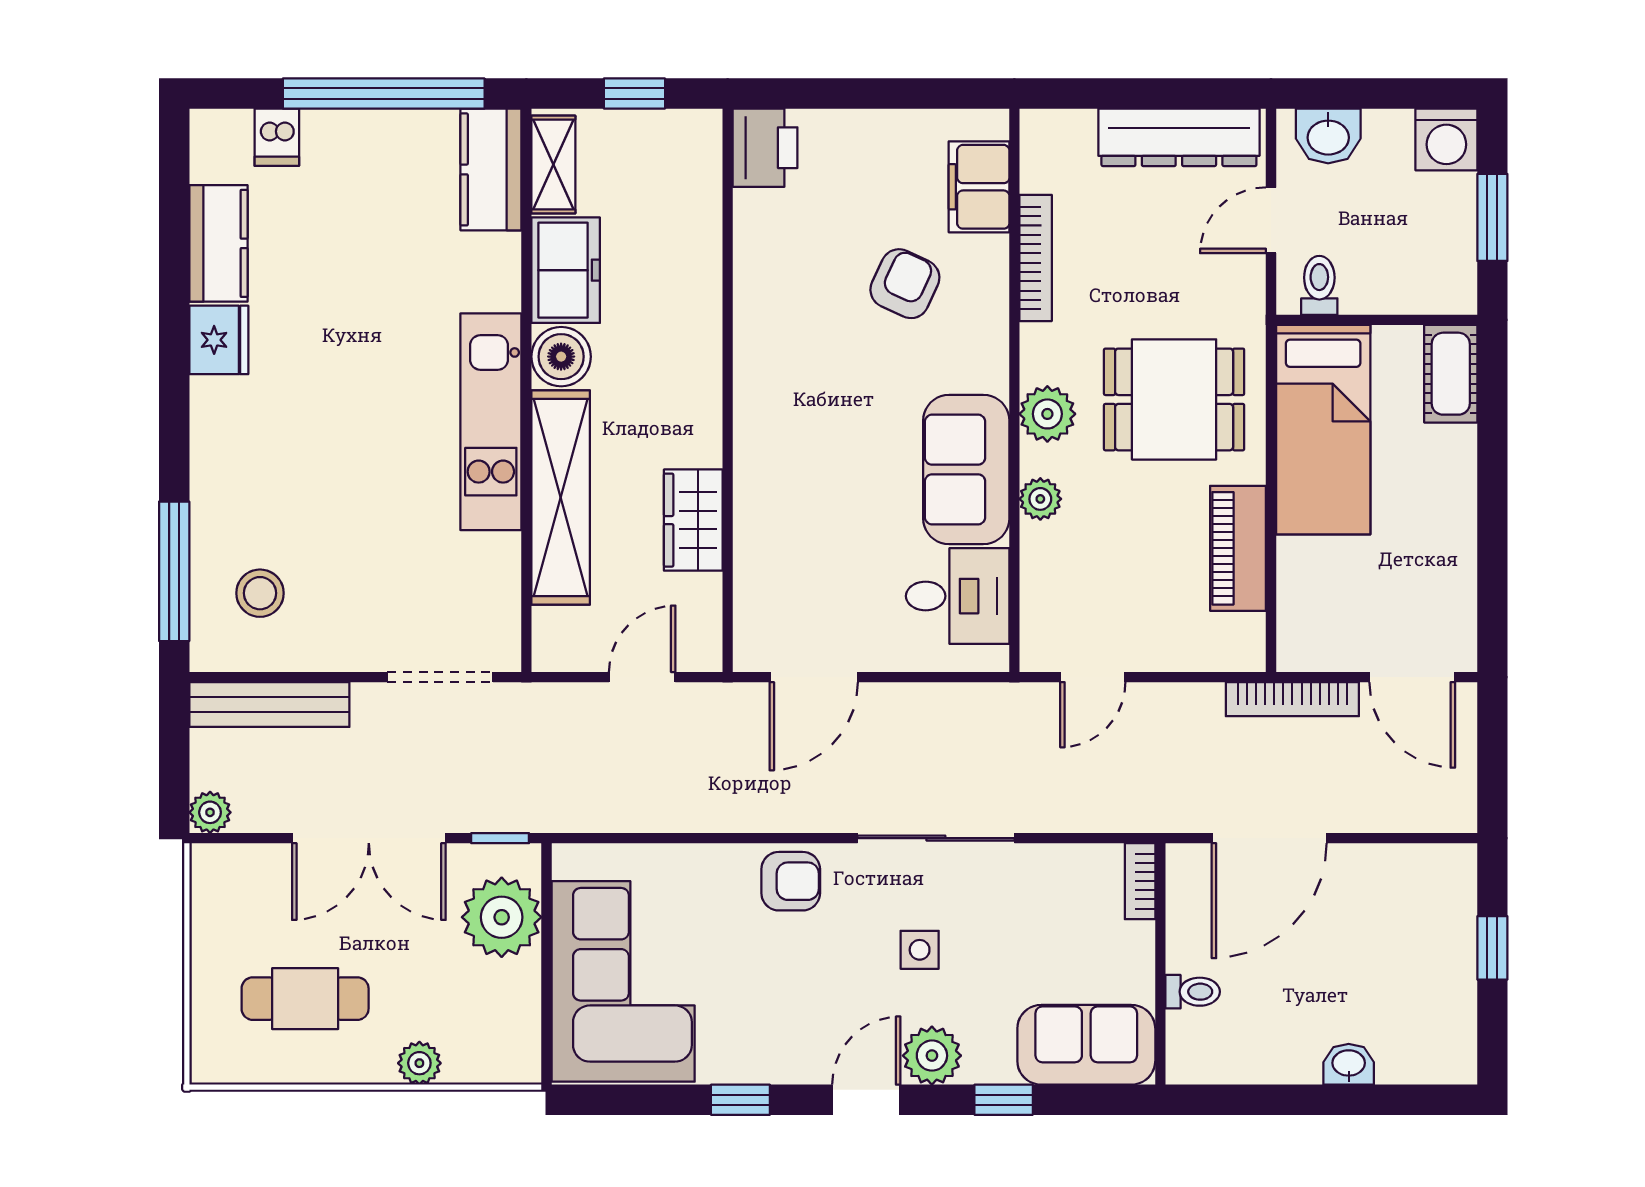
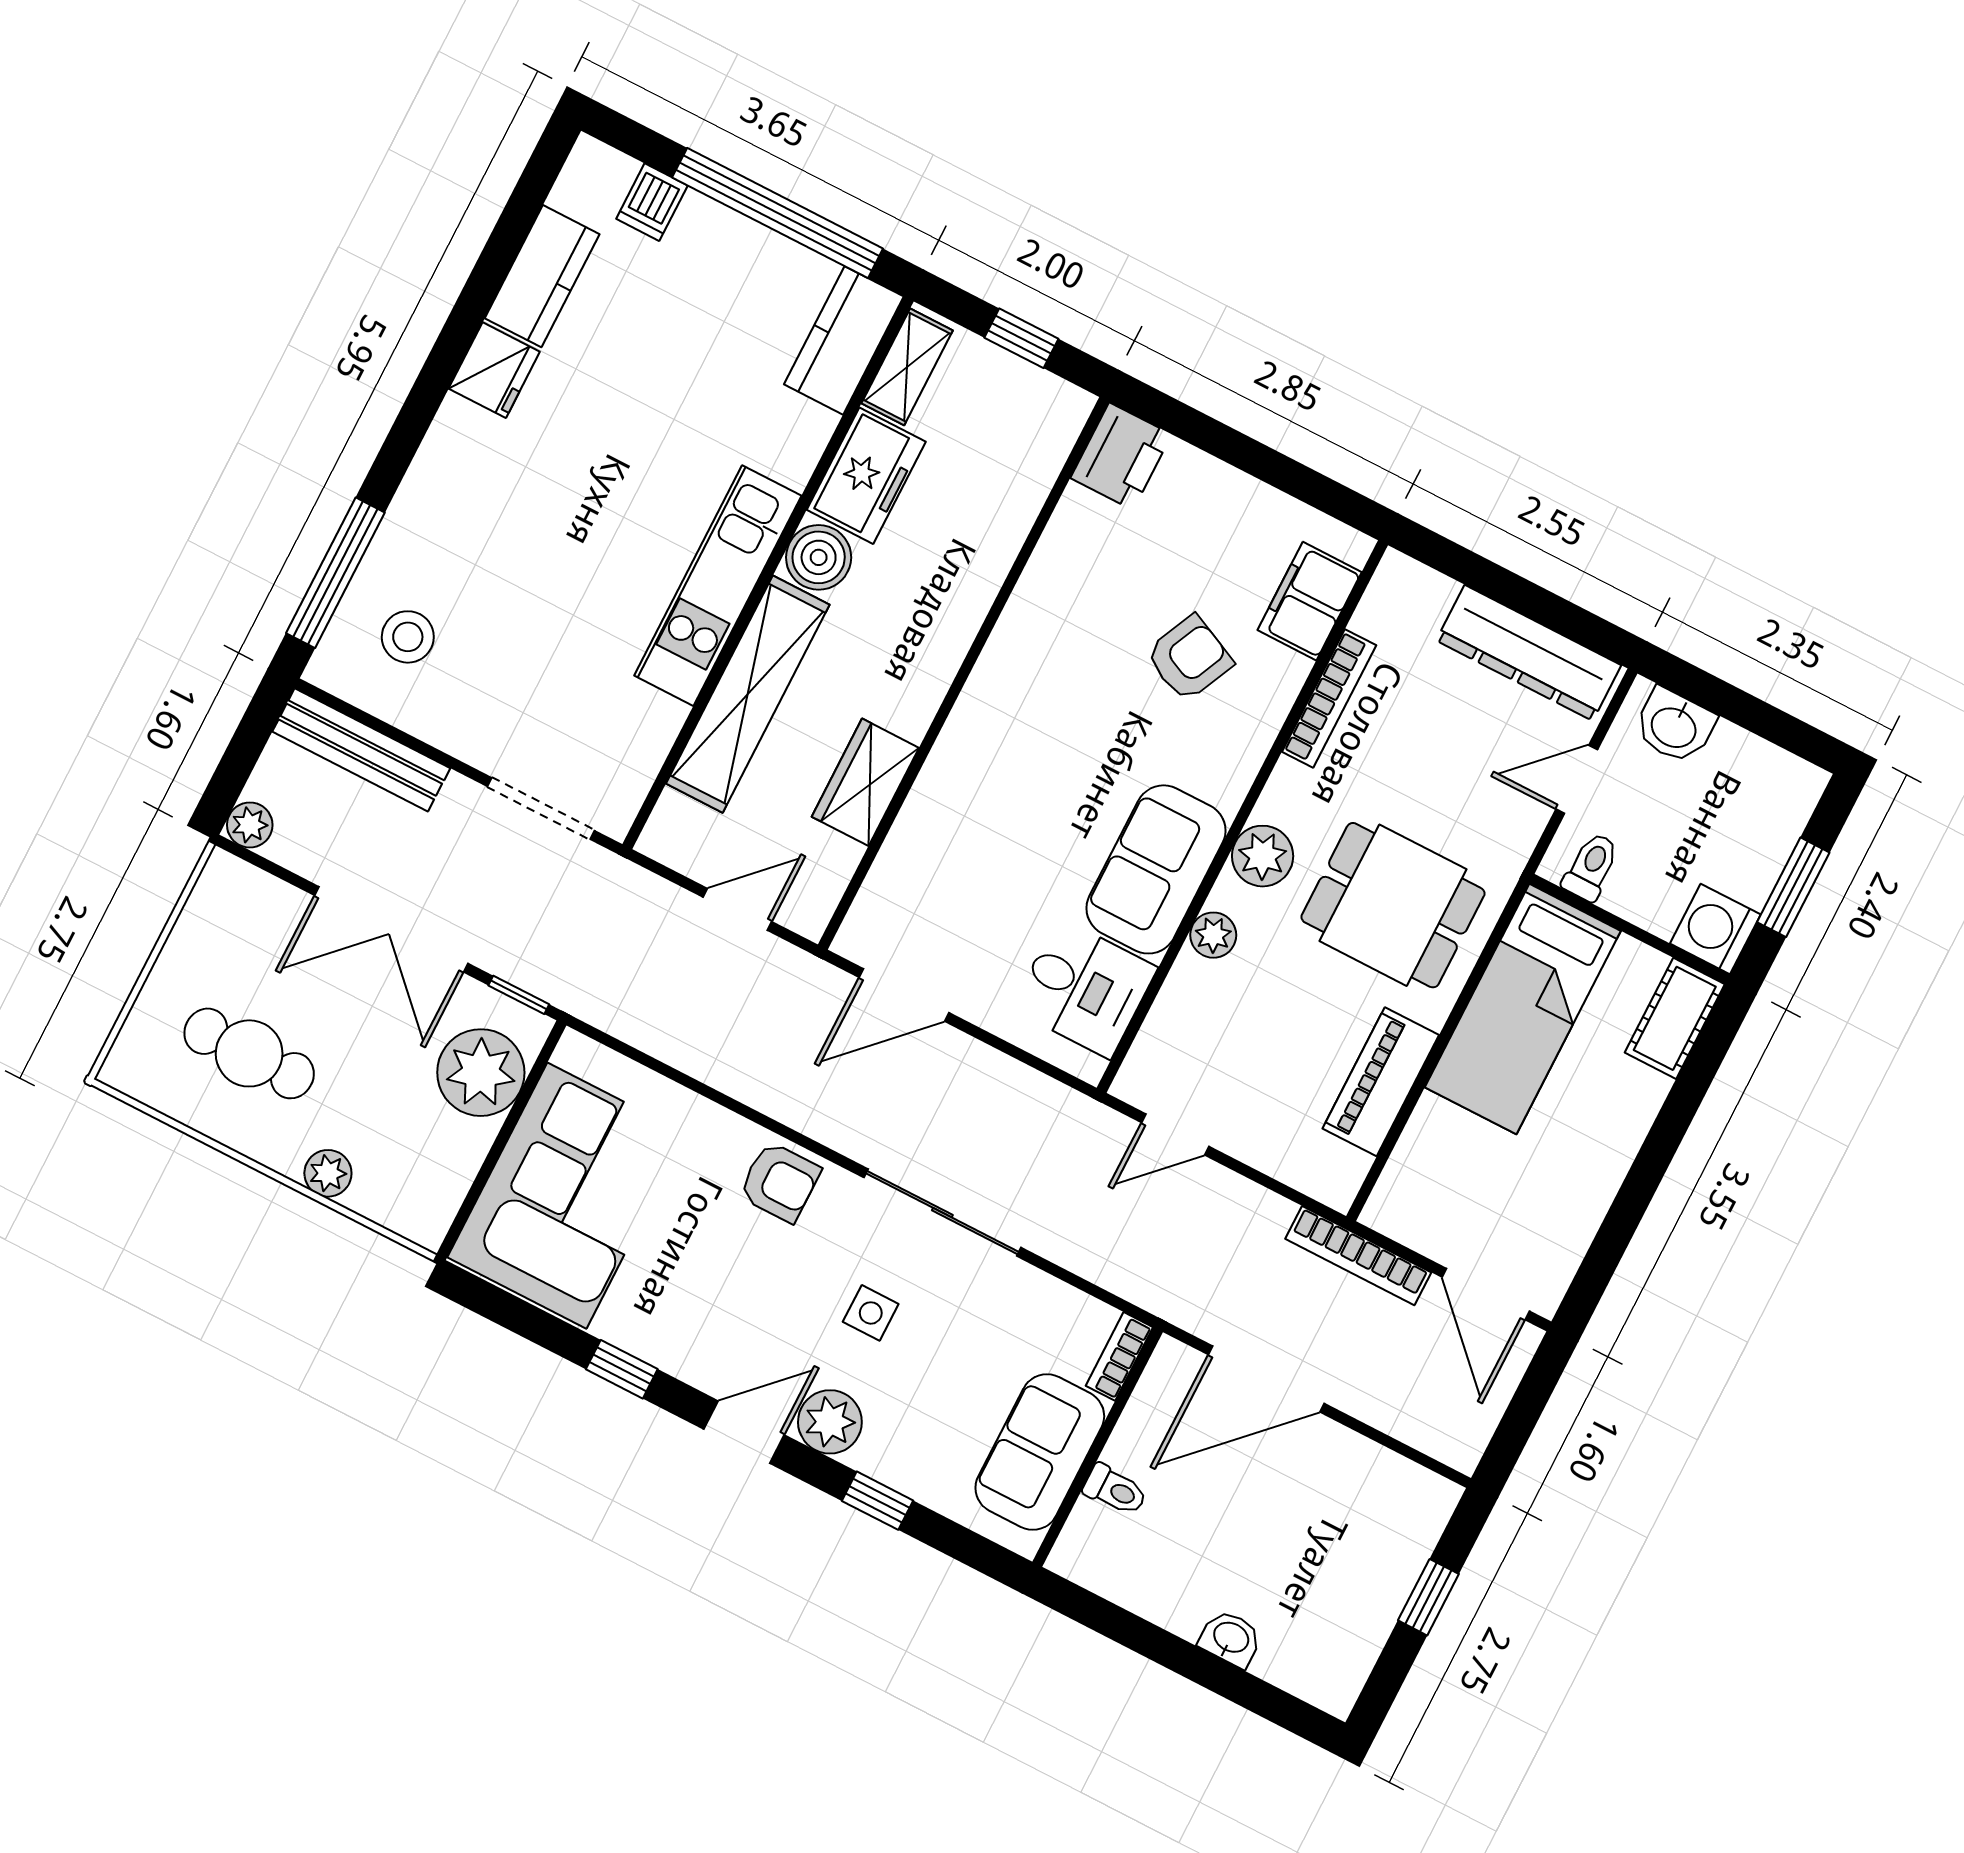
washing machine: (1446, 139) -> (1715, 929), moved, turned 90
sofa: (1086, 1045) -> (1040, 1452), moved, turned -90

